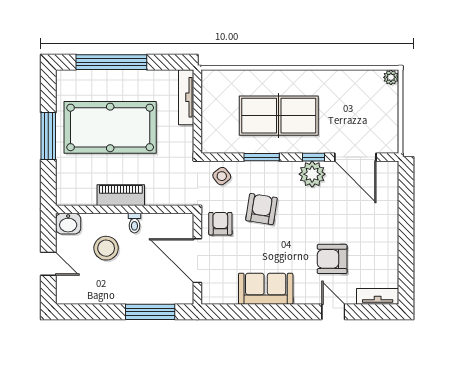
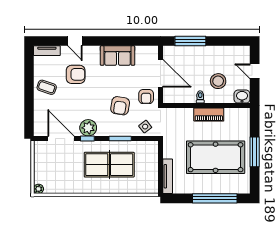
coffee table: (378, 238) -> (47, 87), added

